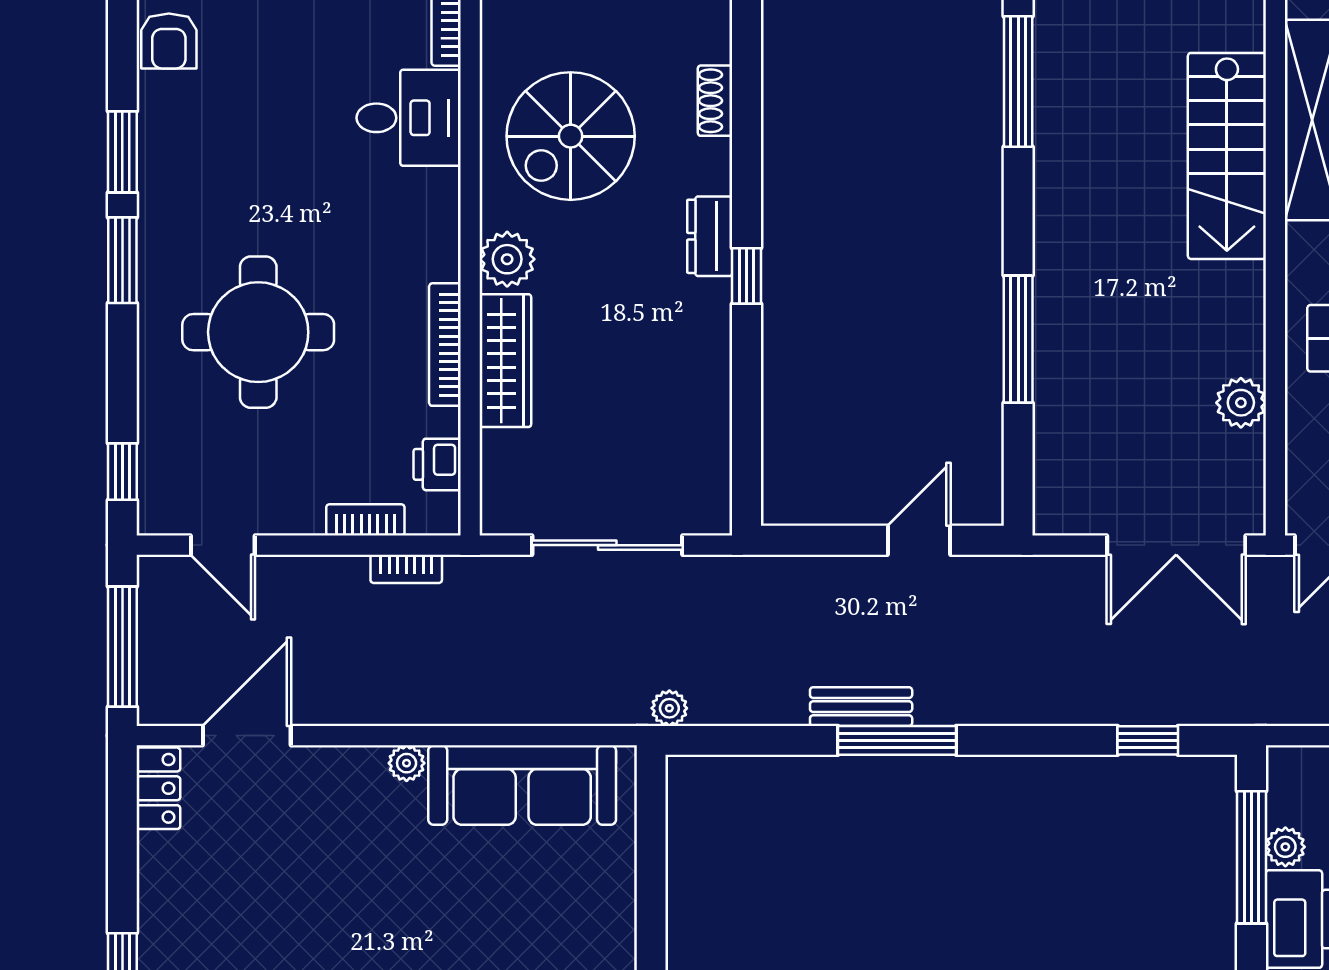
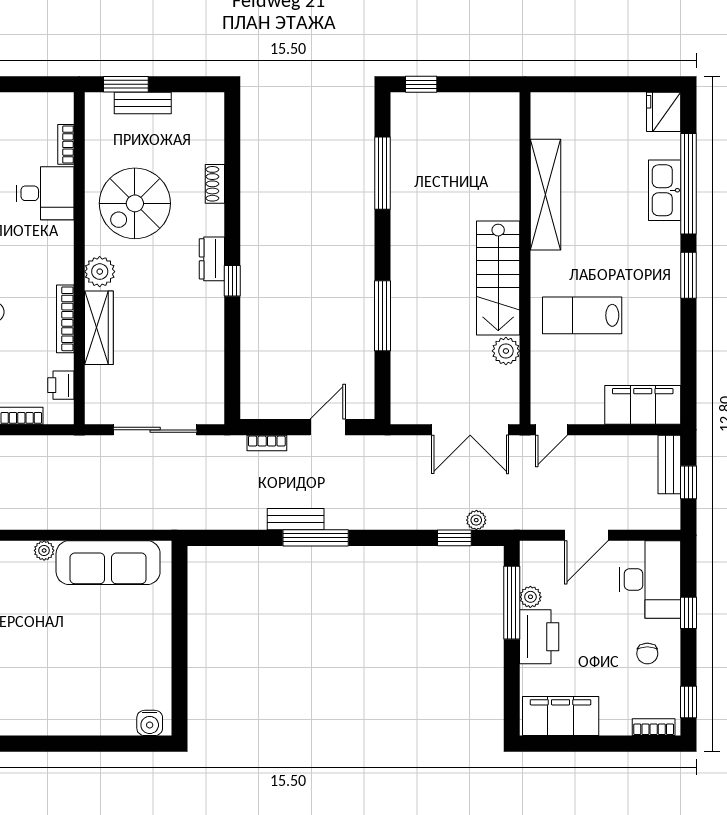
stairs: (1227, 156) -> (498, 278), moved
bookcase: (406, 569) -> (267, 443), moved
plant: (669, 708) -> (476, 520), moved

